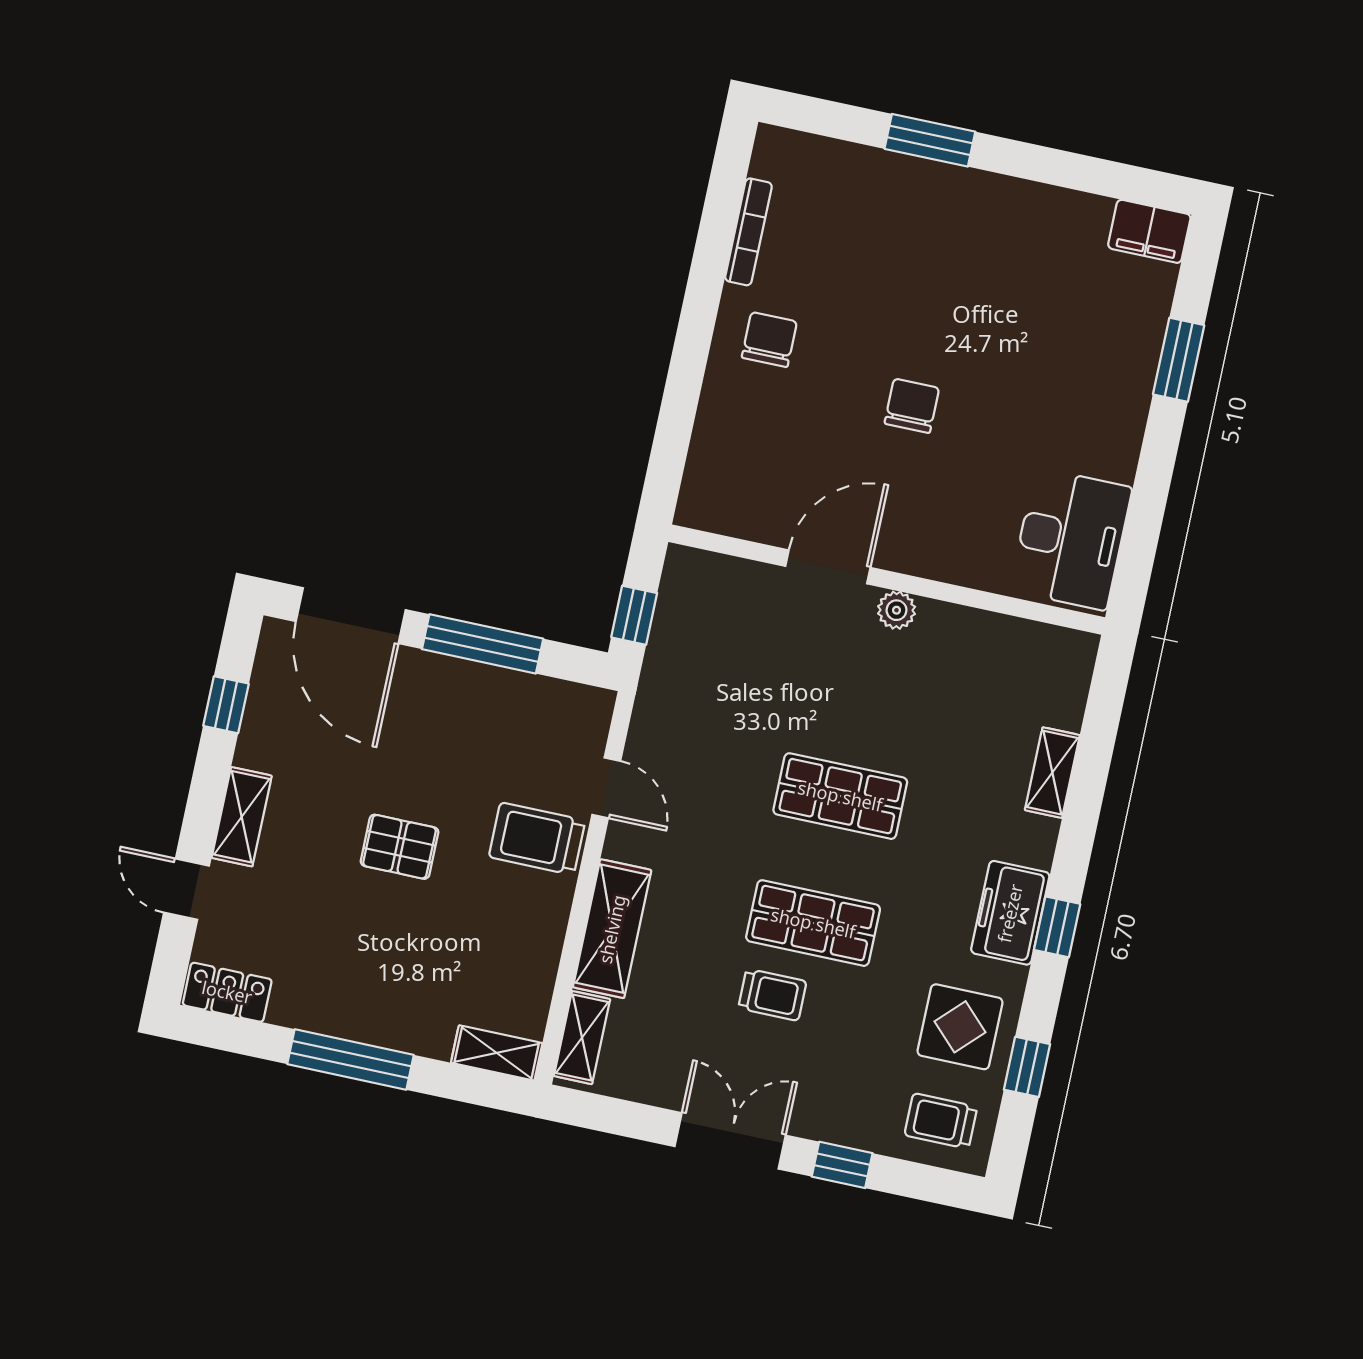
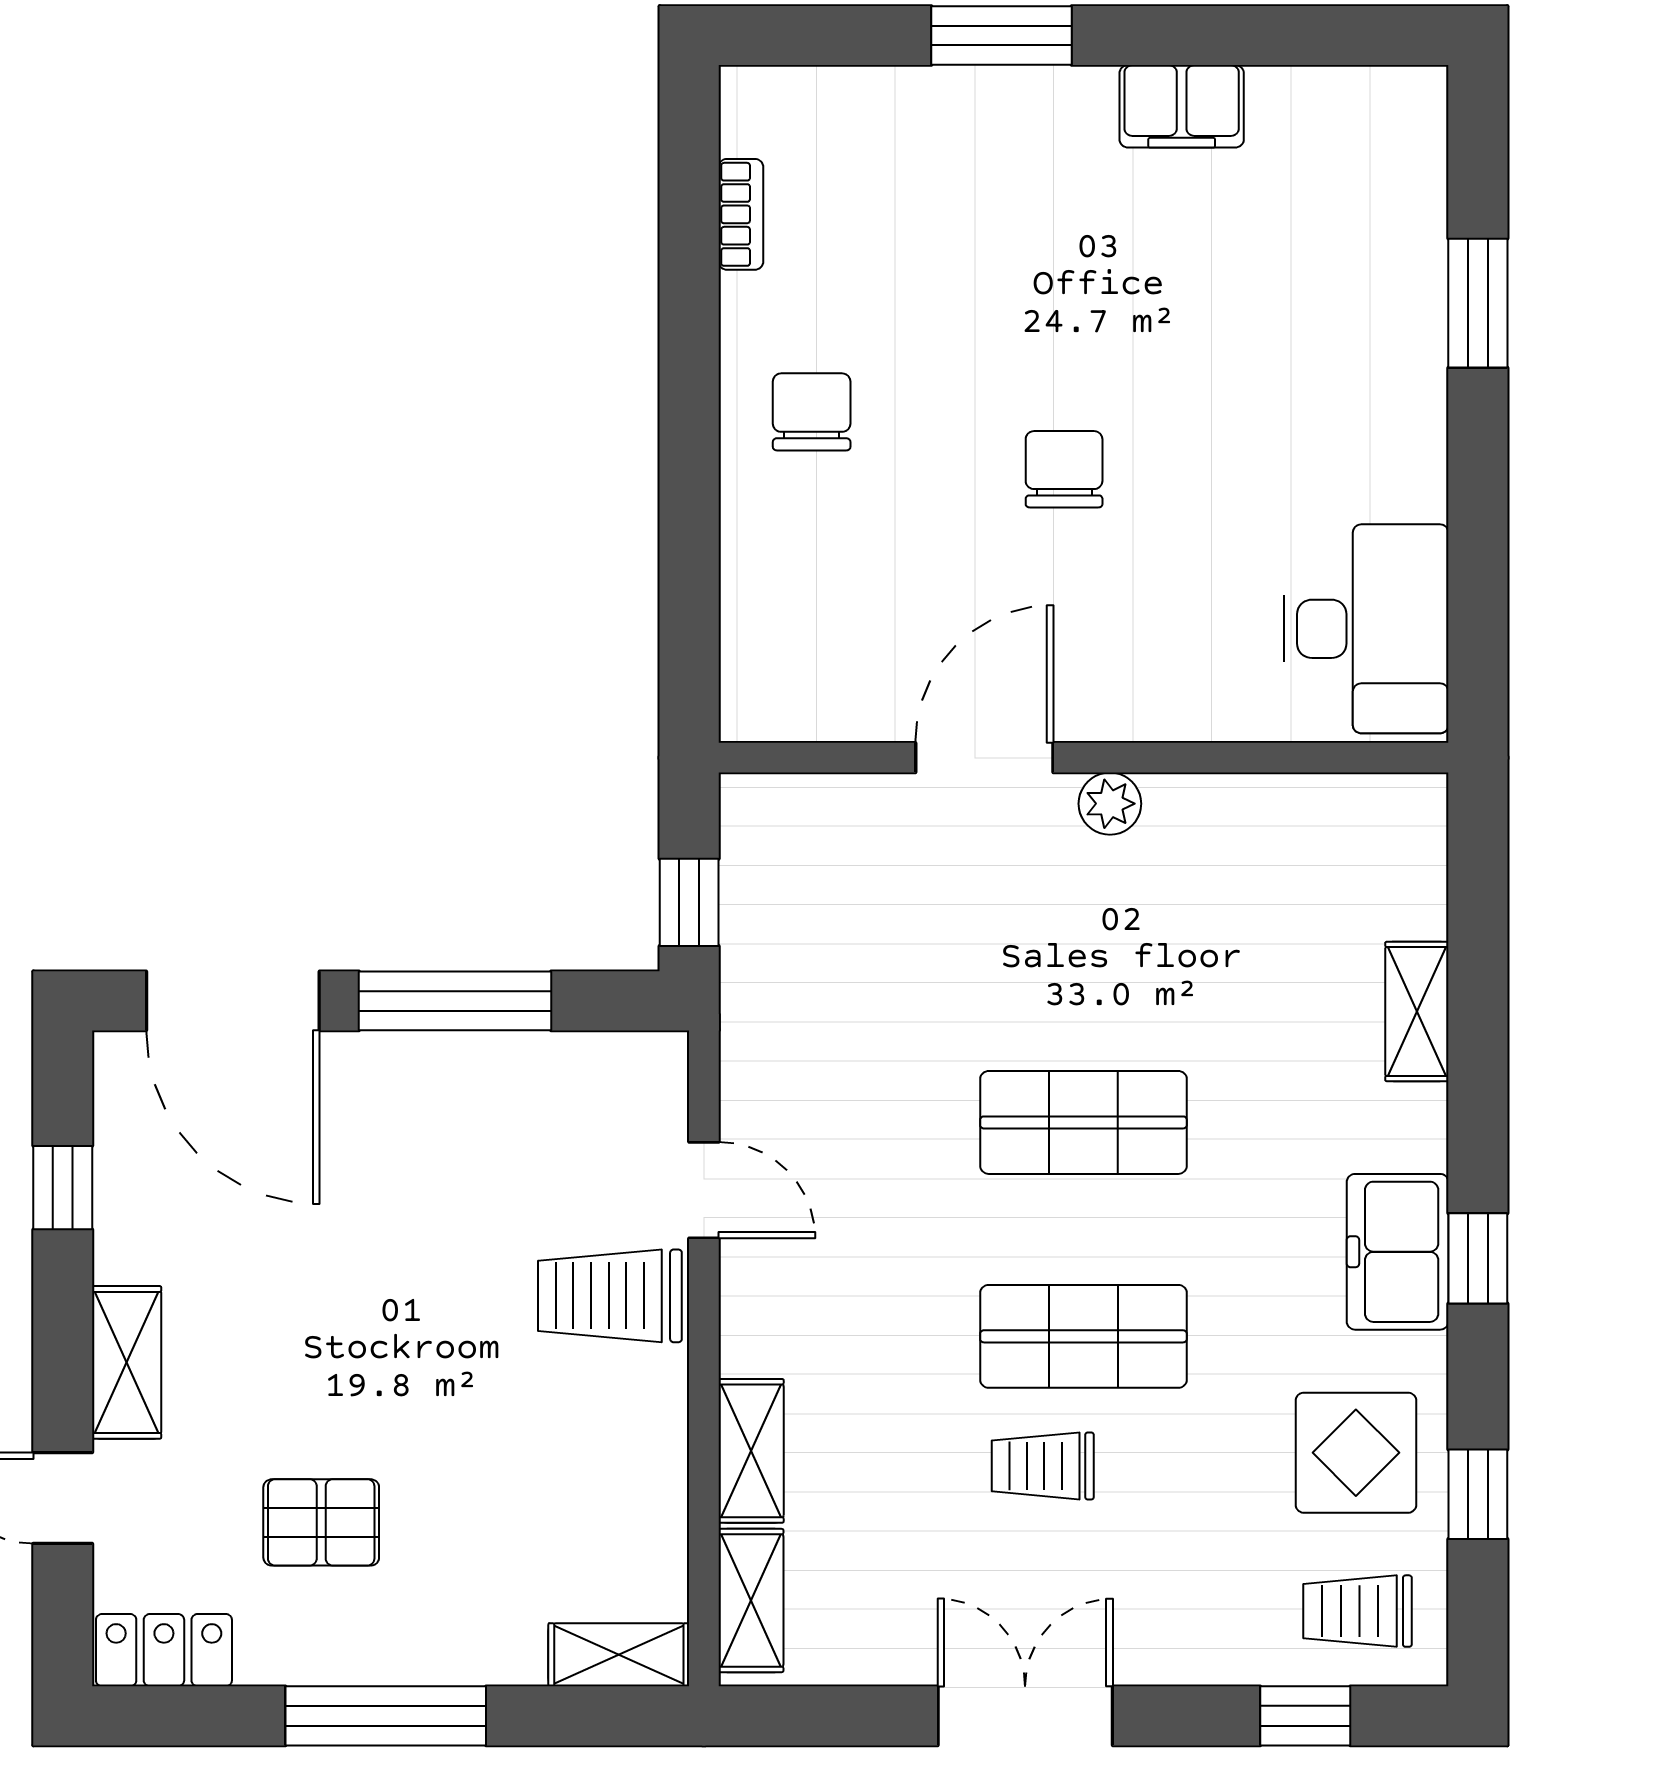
filing cabinet: (1149, 231) -> (1182, 106), moved
bookcase: (748, 232) -> (741, 214), width x0.64
pallet: (400, 847) -> (321, 1522), moved
shelving: (612, 929) -> (751, 1451), width x0.67, depth x0.75
trolley: (772, 995) -> (1043, 1466), turned 180
window: (842, 1165) -> (1305, 1716), moved

